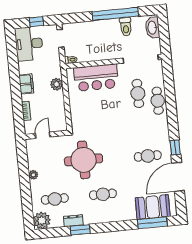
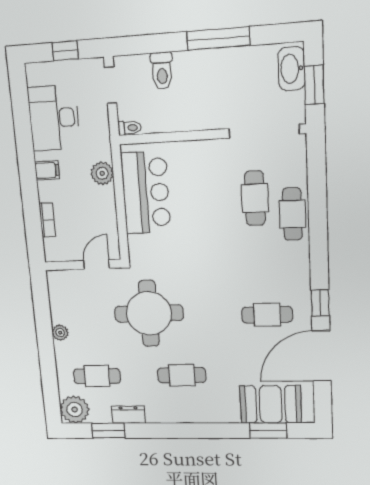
window: (115, 14) -> (218, 38), width x0.68
toilet: (126, 27) -> (162, 71), moved
window: (164, 35) -> (314, 85), added
desk: (29, 44) -> (54, 118), moved
bar counter: (96, 78) -> (146, 193), moved, turned -90
filing cabinet: (26, 84) -> (47, 170), width x0.50
door: (43, 135) -> (96, 264), moved
window: (152, 223) -> (268, 431), width x0.69
window: (80, 230) -> (109, 431), moved

